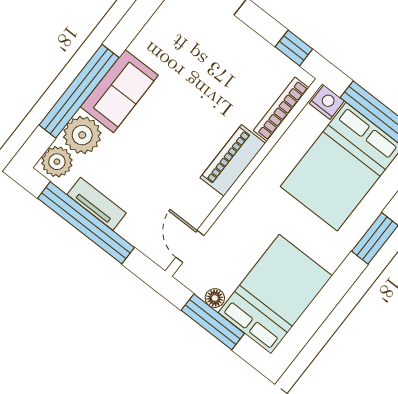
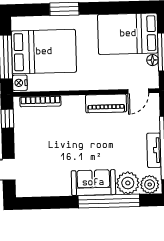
piano: (233, 160) -> (106, 103), moved

